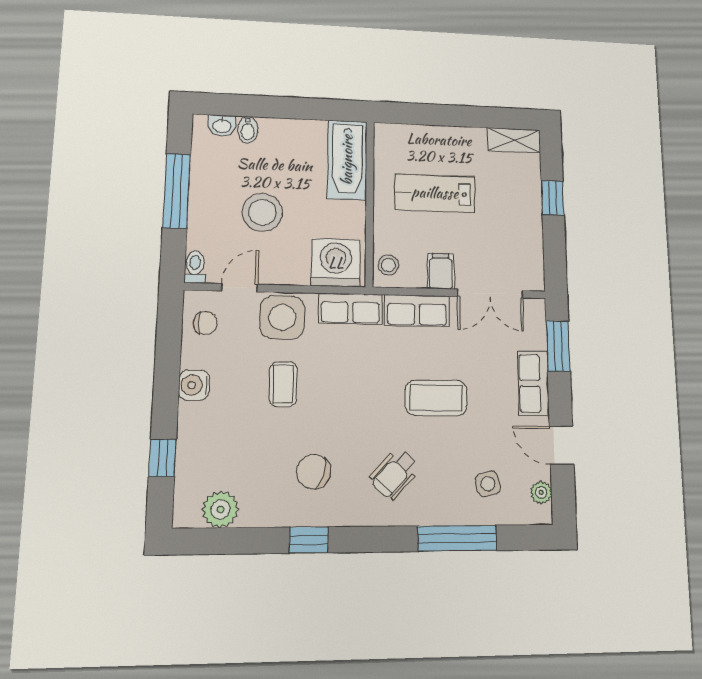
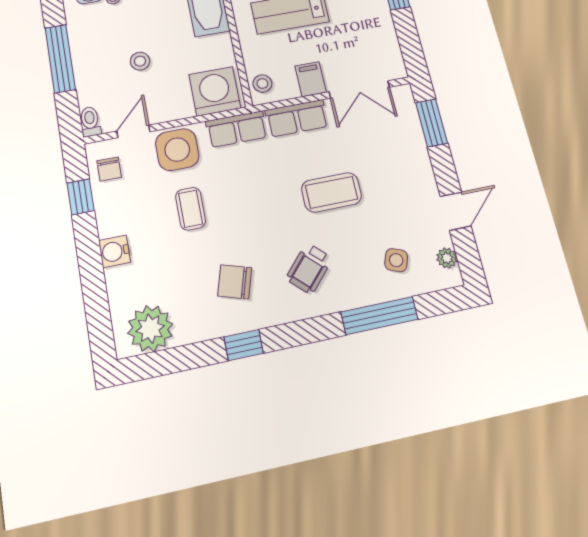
stool: (262, 212) -> (140, 61), width x0.53, depth x0.53
chair: (205, 323) -> (109, 169), turned 90
row of seats: (533, 383) -> (417, 161), removed
water cooler: (194, 385) -> (115, 251), moved
door: (562, 445) -> (456, 211), swing flipped
window: (162, 458) -> (81, 197), moved
side table: (488, 484) -> (396, 260), turned 34
plant: (220, 509) -> (150, 329), width x1.36, depth x1.36

